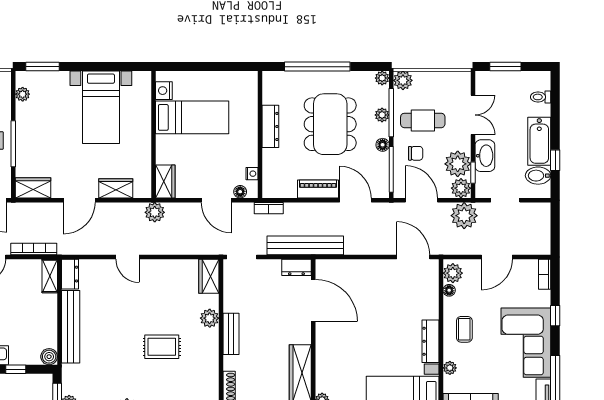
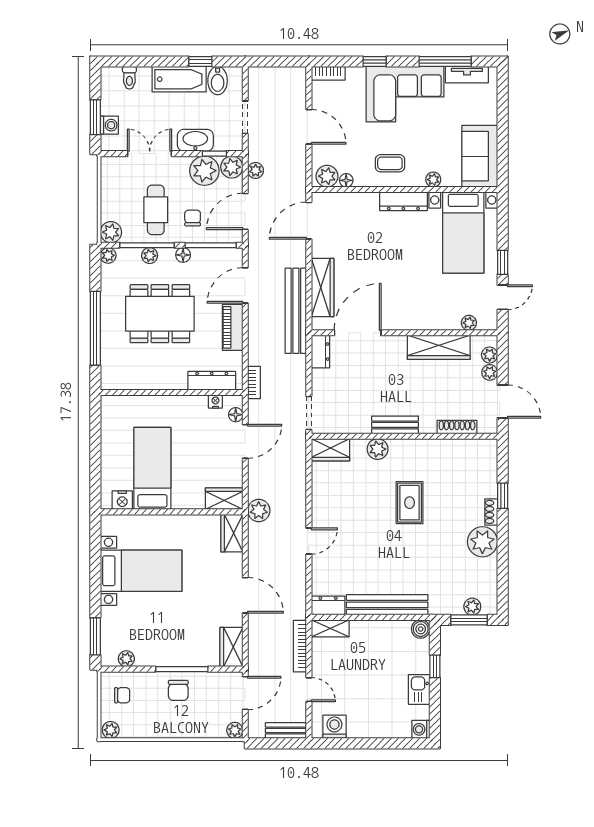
washing machine: (498, 79) -> (109, 125), added
dresser: (270, 126) -> (212, 381), moved
wardrobe: (116, 188) -> (232, 533), moved
plant: (464, 216) -> (256, 170), width x0.53, depth x0.53
bench: (305, 245) -> (296, 311), moved
wardrobe: (353, 269) -> (323, 288), added

